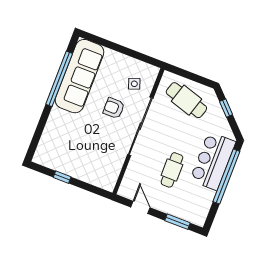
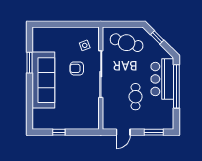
sofa: (80, 76) -> (43, 80), moved
window: (59, 79) -> (30, 63), width x0.47
door: (140, 207) -> (123, 132), swing flipped

